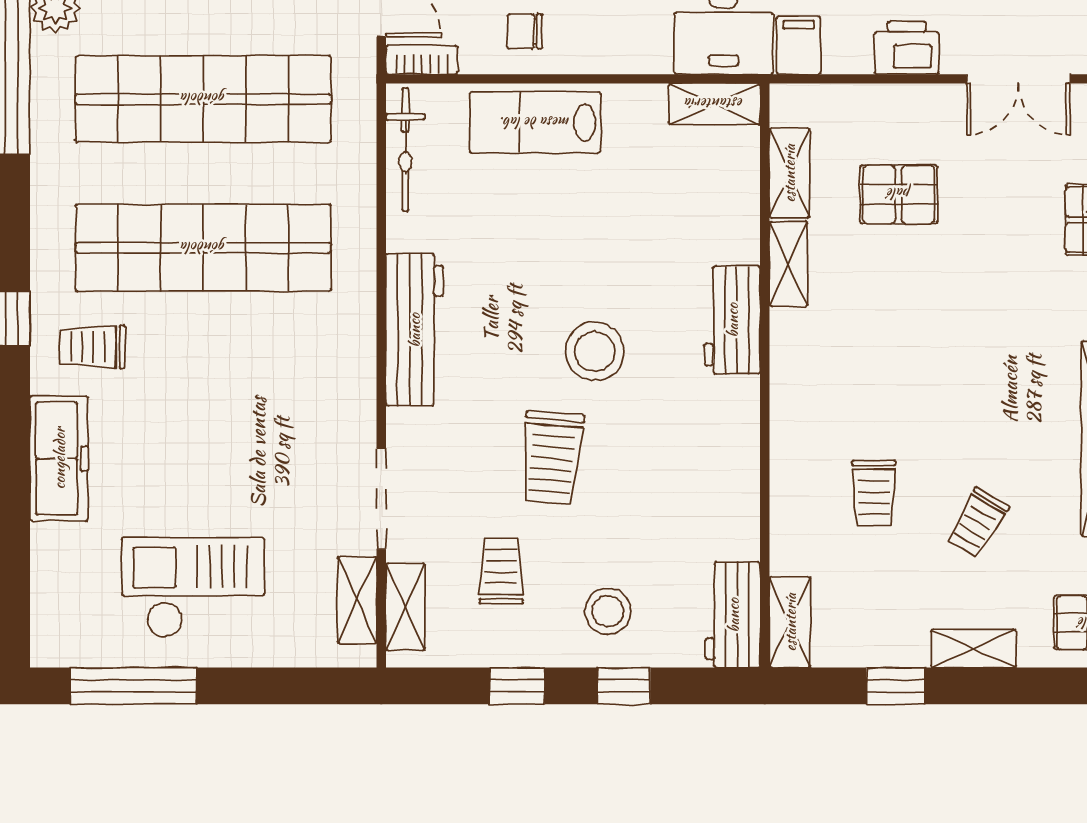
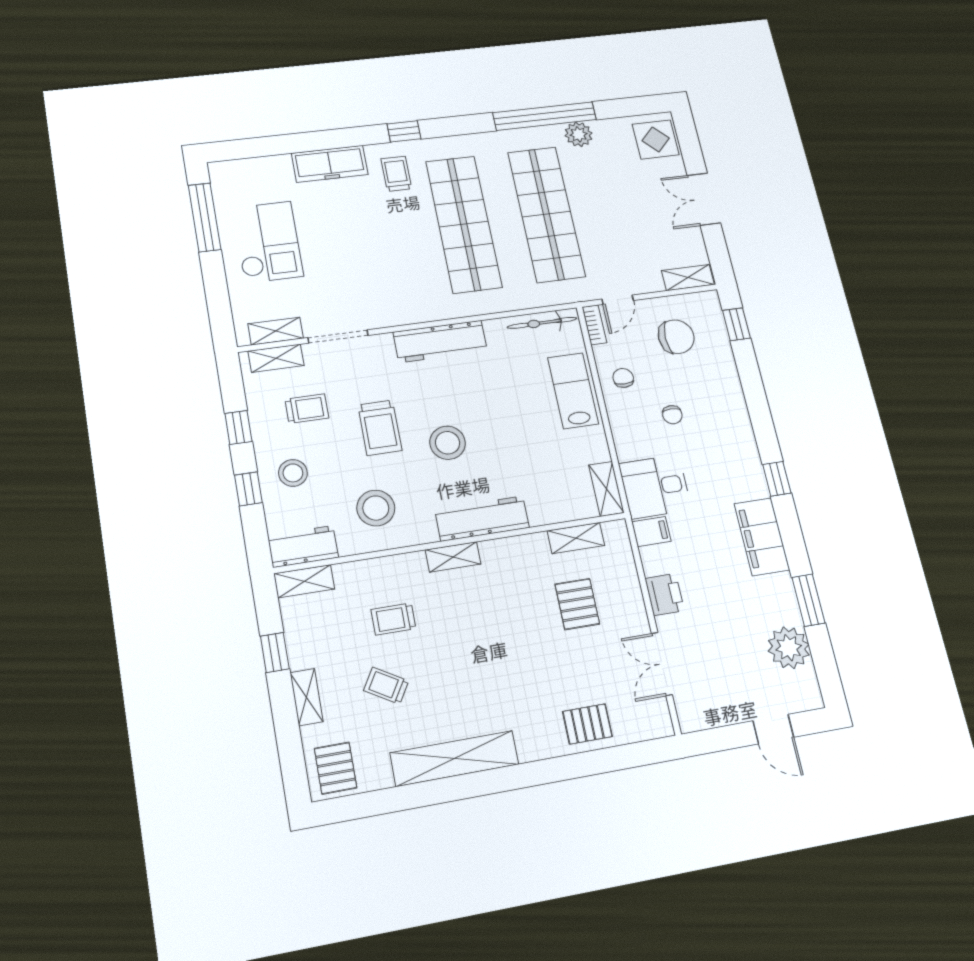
shelving: (788, 264) -> (453, 557), moved
workbench: (732, 320) -> (482, 519), width x1.37
trolley: (552, 458) -> (380, 428), turned -95
stool: (688, 489) -> (376, 508), added

